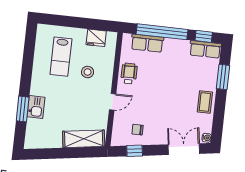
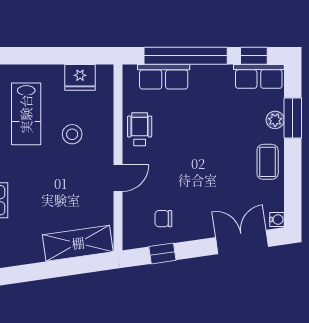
plant: (212, 77) -> (275, 120), added

